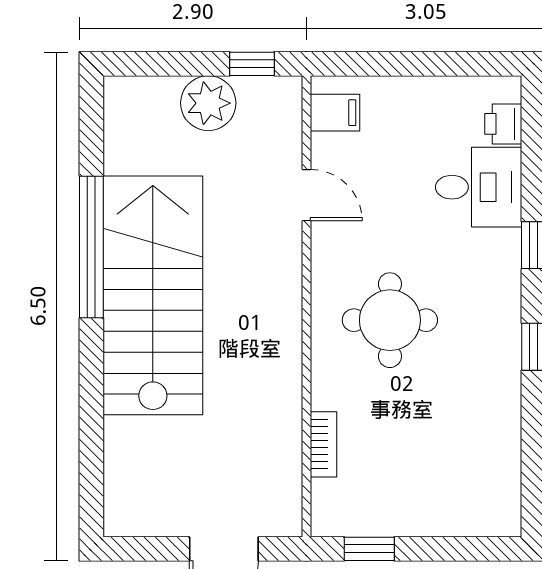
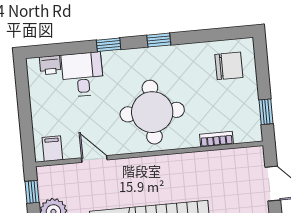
door: (306, 195) -> (94, 159), hinge flipped
round table: (390, 320) -> (152, 112), width x1.36, depth x1.36
chair: (468, 483) -> (229, 66), added

